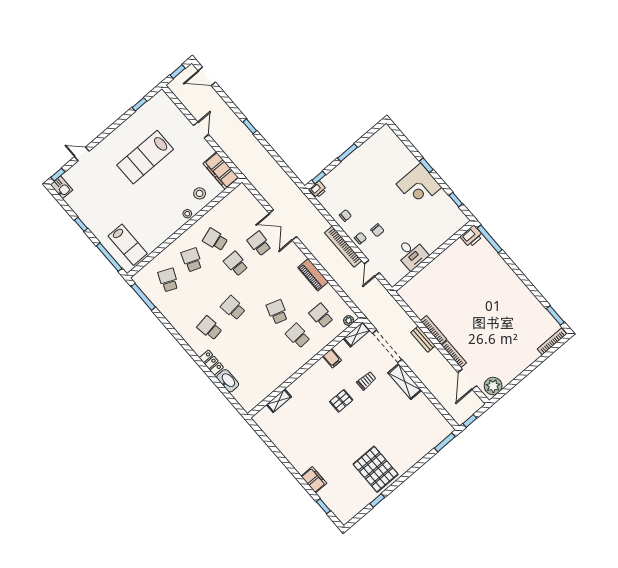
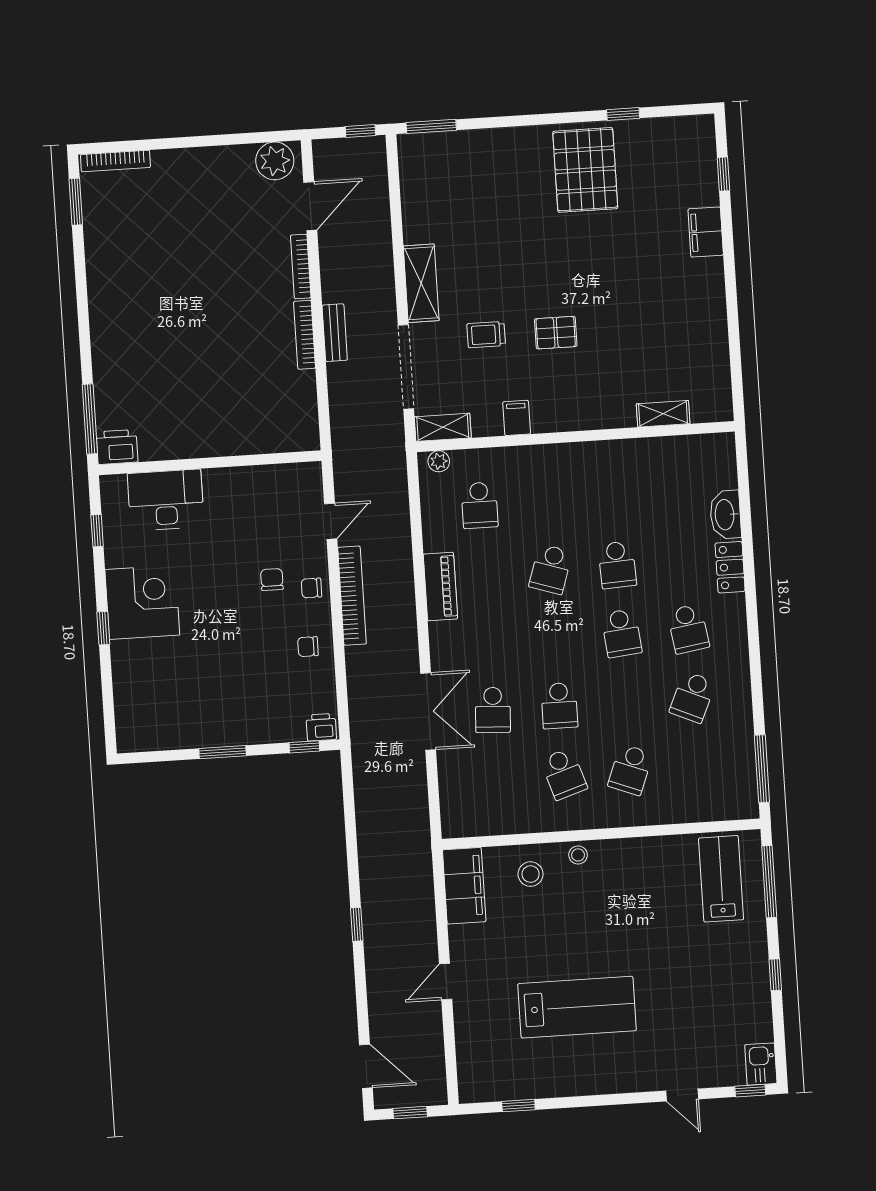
desk: (412, 254) -> (166, 500), moved, width x1.37
school desk: (168, 280) -> (693, 697), moved
school desk: (298, 336) -> (617, 565), moved

